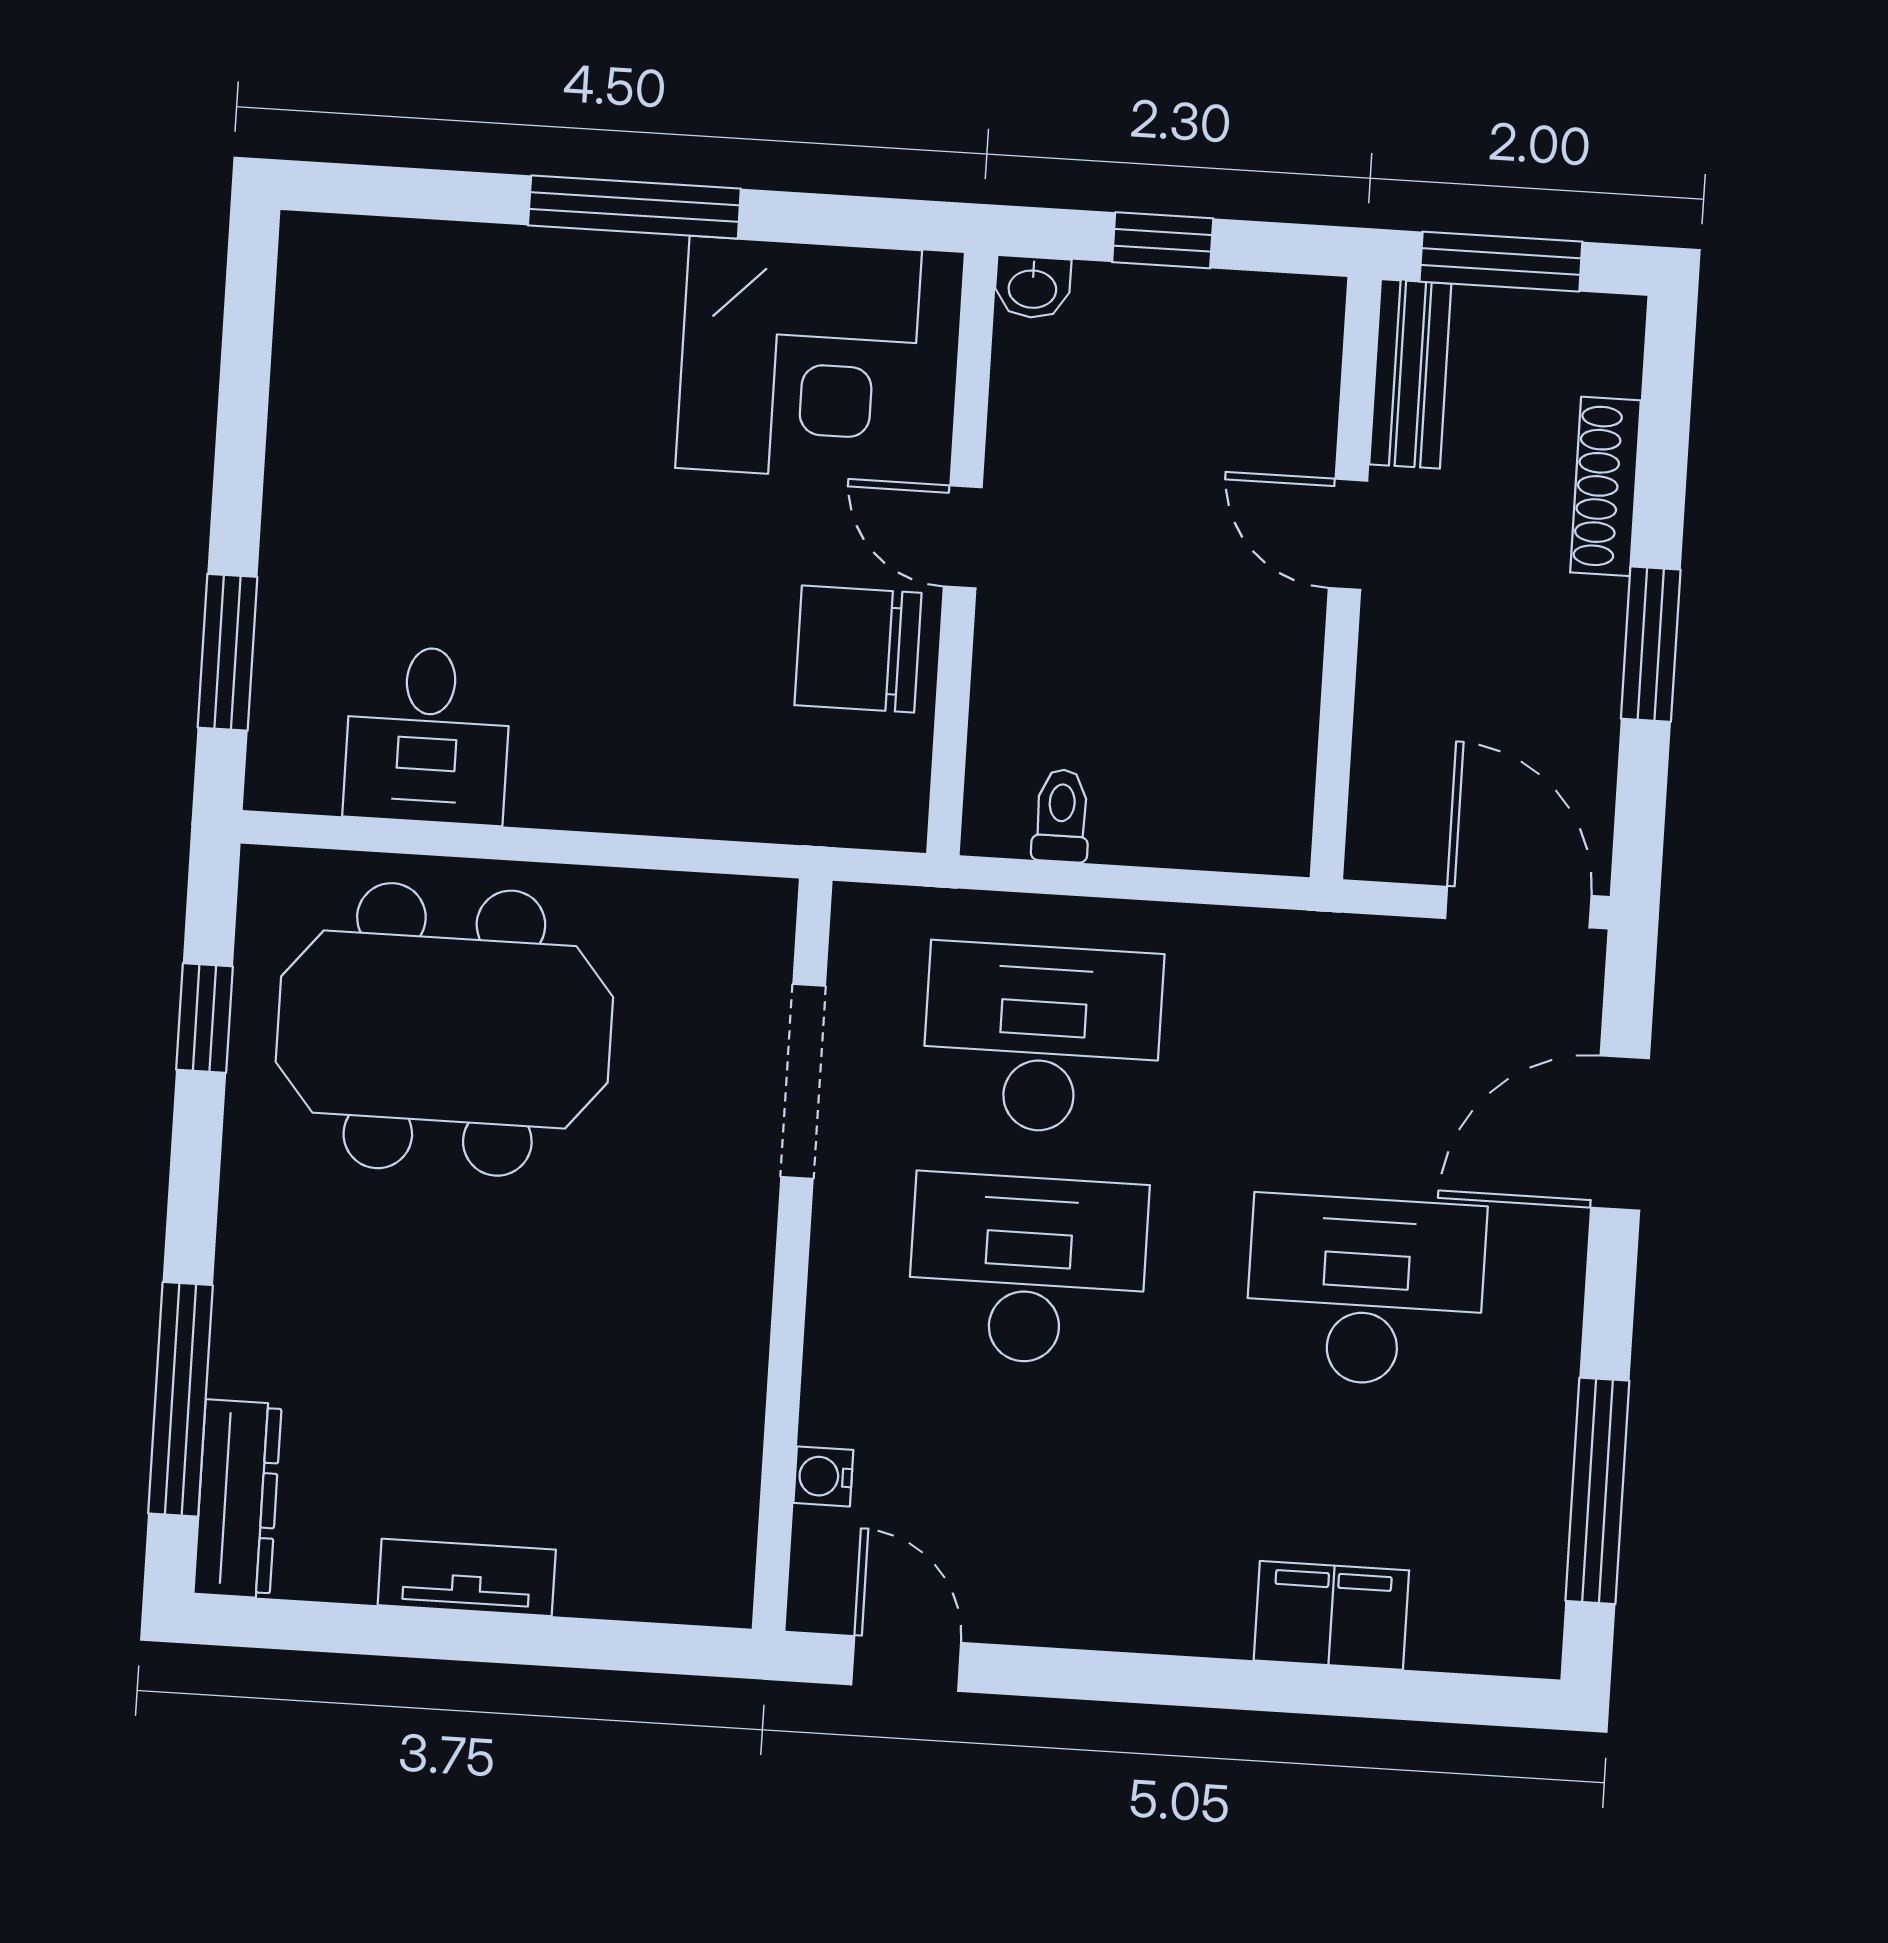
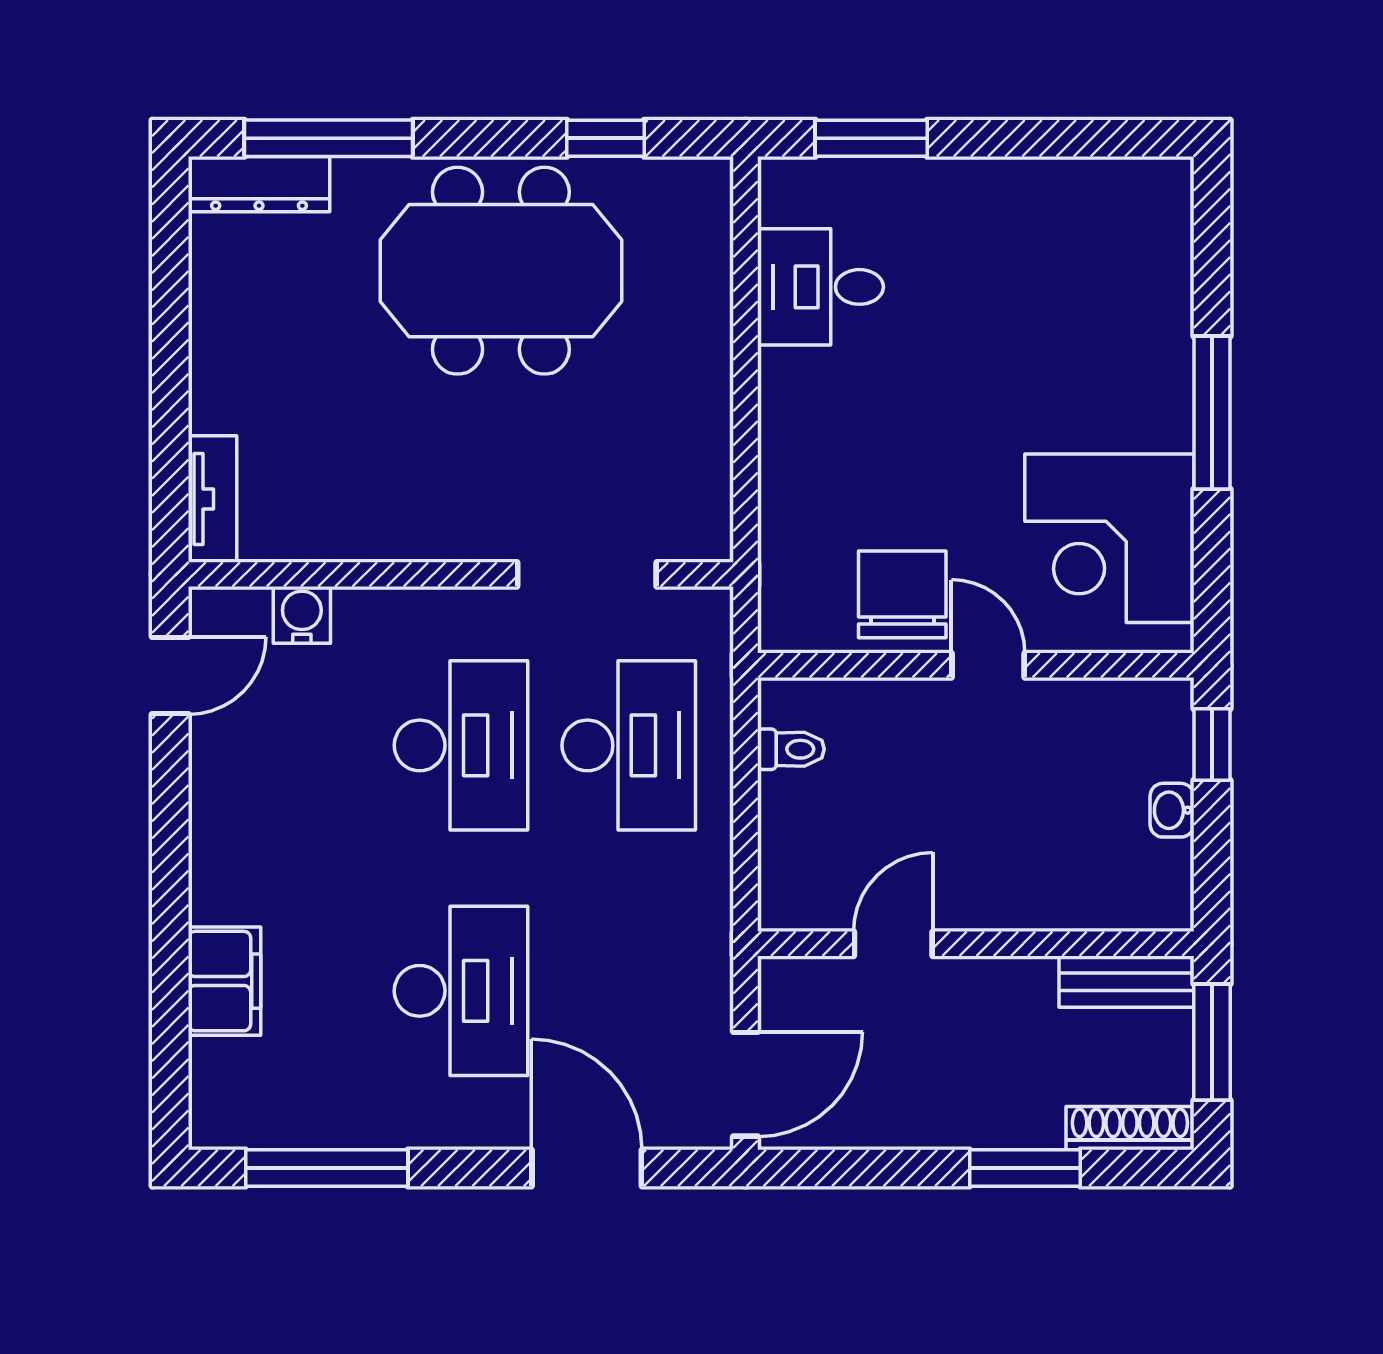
window: (1163, 240) -> (1212, 744), moved
washbasin: (1033, 287) -> (1172, 810), moved
shoe rack: (1606, 486) -> (1130, 1128), moved
door: (1348, 534) -> (893, 944), moved
door: (963, 537) -> (988, 665), hinge flipped
window: (1651, 644) -> (1025, 1168), moved
meeting table: (444, 1029) -> (501, 271), moved, turned 90
water cooler: (823, 1476) -> (302, 615), width x1.38, depth x1.38
tv unit: (467, 1577) -> (213, 499), moved

